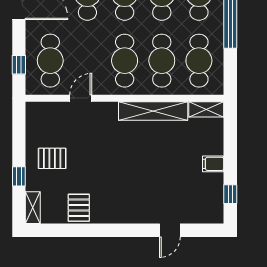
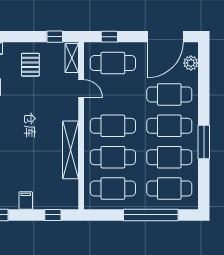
shelving: (206, 109) -> (72, 58), moved
window: (230, 132) -> (53, 215), added
window: (19, 176) -> (55, 37), moved

